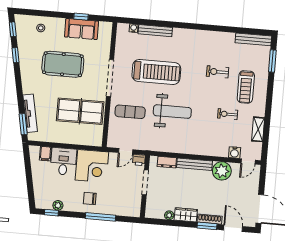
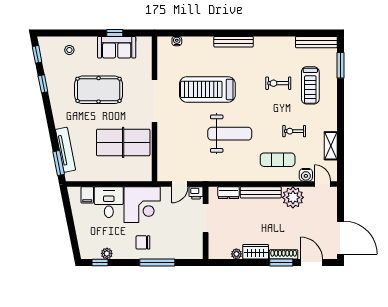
bench: (155, 31) -> (233, 42), moved
treadmill: (156, 72) -> (207, 89), turned 180
treadmill: (246, 87) -> (310, 85), moved
exercise mat: (130, 112) -> (278, 160), moved
door: (248, 162) -> (322, 184), swing flipped

